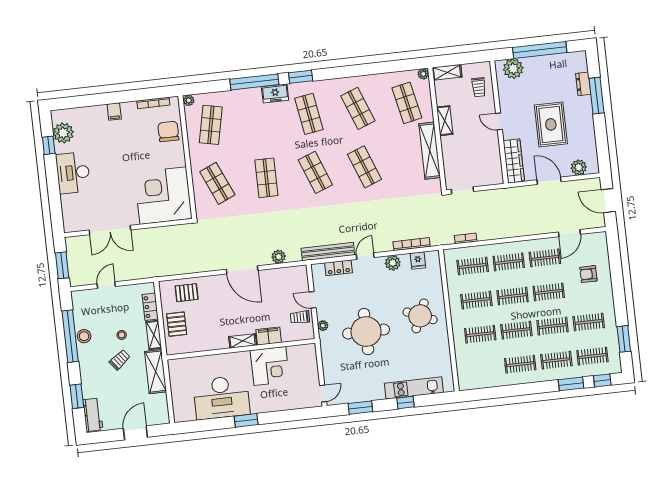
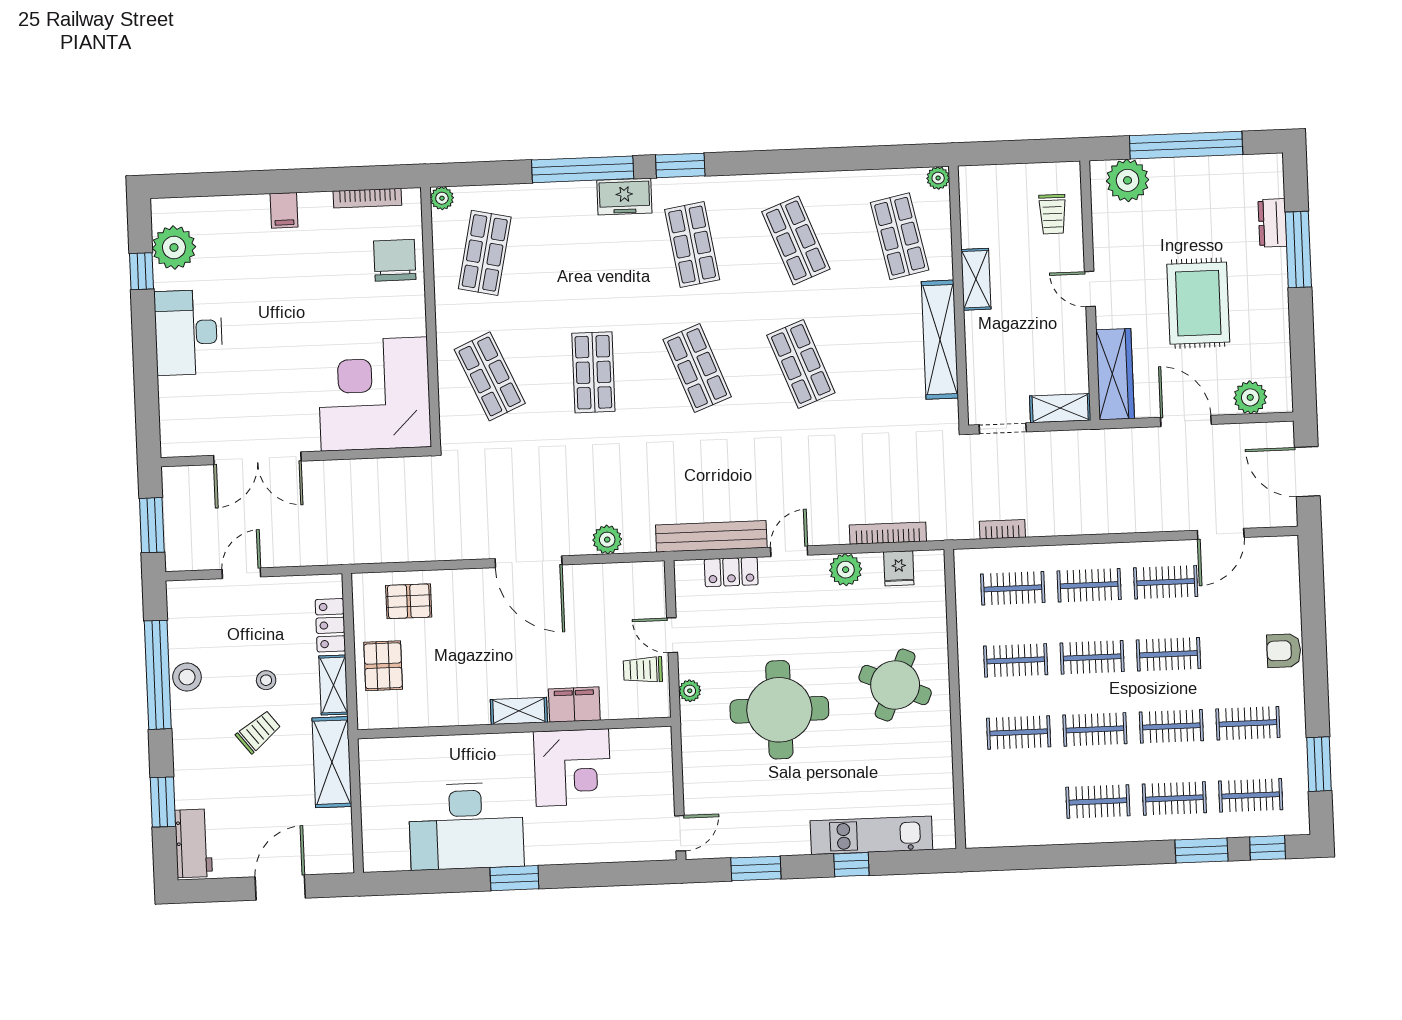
shelving: (447, 72) -> (1060, 408), moved
armchair: (588, 274) -> (1284, 651), moved

